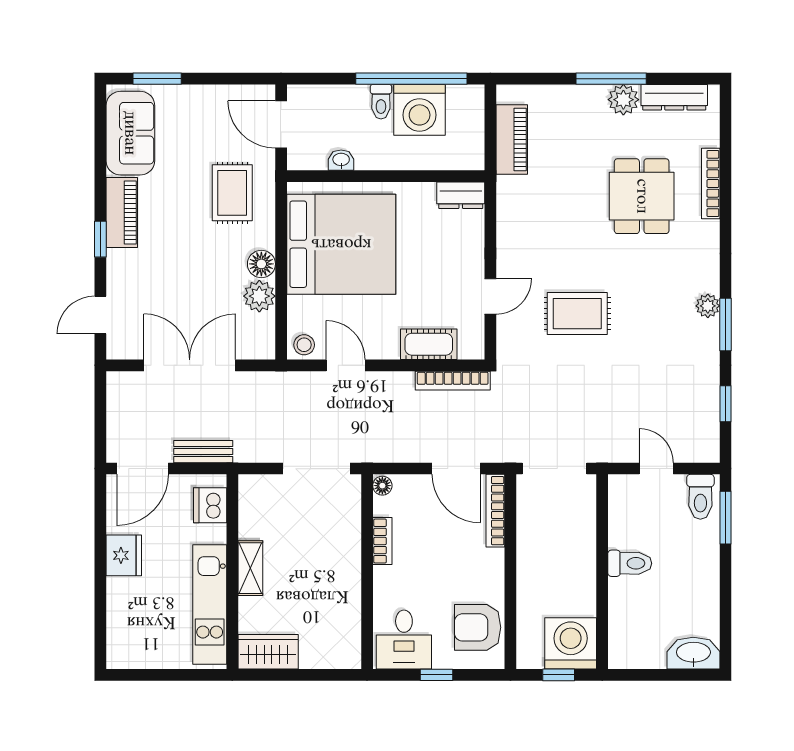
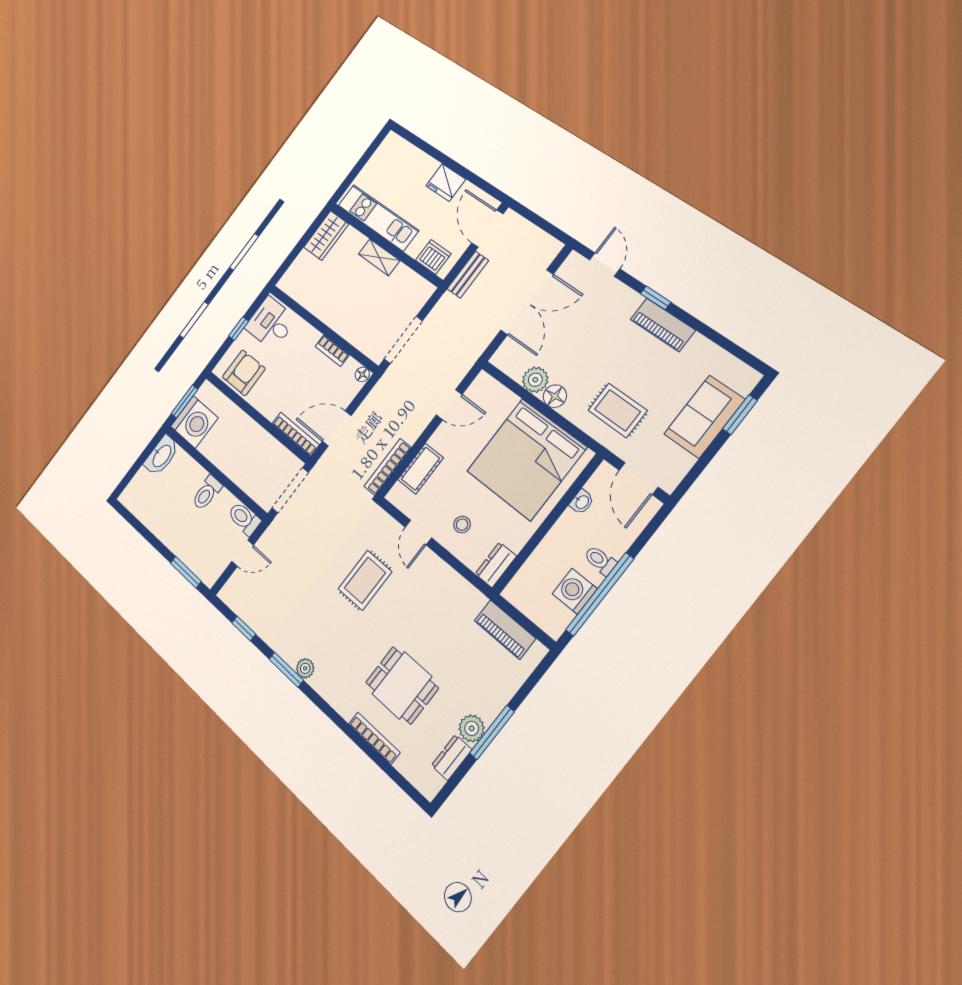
dresser: (674, 97) -> (452, 758), width x0.70
washing machine: (420, 110) -> (575, 591), width x0.73, depth x0.73
door: (281, 124) -> (639, 479), swing flipped
sofa: (130, 133) -> (704, 417), moved, turned 90
stool: (304, 345) -> (462, 525), moved
toilet: (700, 497) -> (244, 519), moved
washbasin: (693, 653) -> (161, 456), moved
window: (559, 675) -> (185, 401), width x1.50

